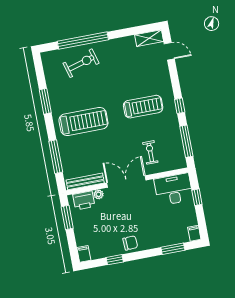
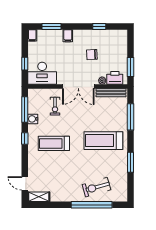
water cooler: (174, 132) -> (33, 119), added
chair: (130, 243) -> (92, 55), moved
filing cabinet: (84, 254) -> (68, 36), moved

